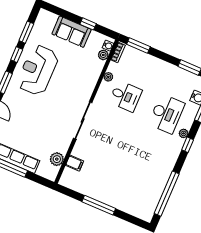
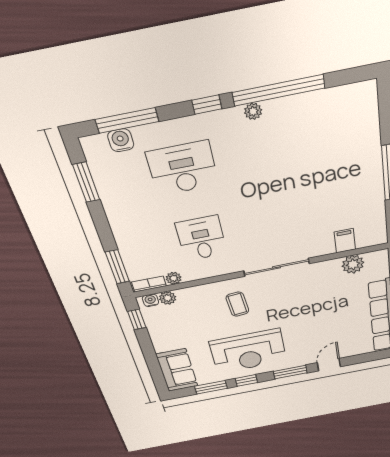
window: (88, 24) -> (137, 320), moved
sofa: (72, 32) -> (177, 370), moved
plant: (108, 77) -> (174, 278), moved
coffee table: (74, 86) -> (237, 304), added
plant: (184, 133) -> (253, 111), moved
window: (167, 194) -> (279, 90), moved

